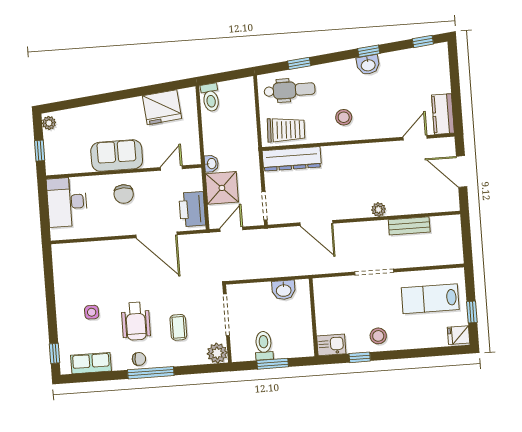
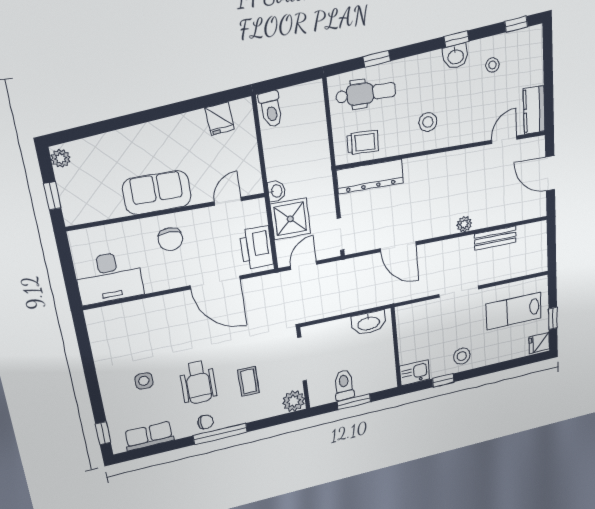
stool: (402, 74) -> (492, 65), added
fridge: (162, 107) -> (220, 119), width x0.53, depth x0.75
trolley: (286, 130) -> (363, 142), width x0.73, depth x0.72
desk: (67, 202) -> (109, 278), moved, turned -90
washbasin: (284, 290) -> (369, 323), width x1.38

